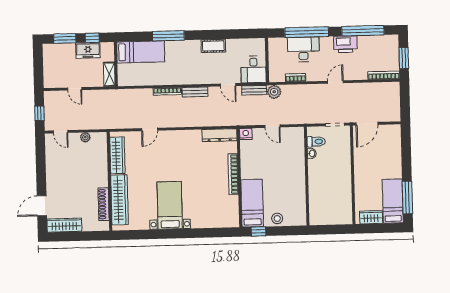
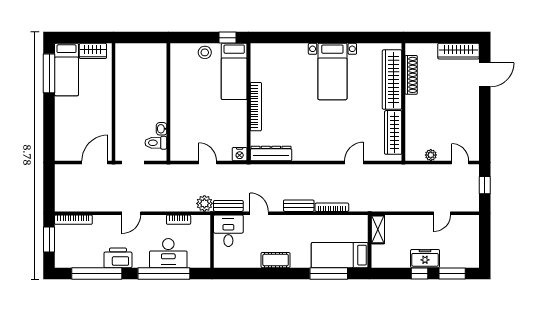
bed: (141, 52) -> (340, 255), moved
wall: (116, 64) -> (370, 241), moved
shelving: (109, 74) -> (378, 229), moved
door: (75, 89) -> (442, 213), swing flipped

